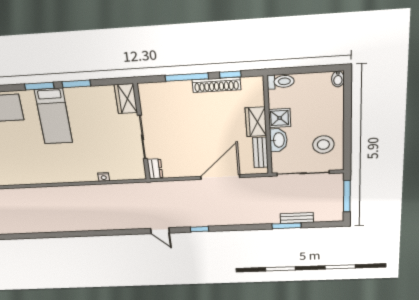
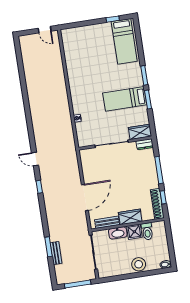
toilet: (281, 82) -> (147, 231), moved
shoe rack: (216, 85) -> (157, 204), moved
bed: (54, 116) -> (125, 99), moved
stool: (323, 145) -> (139, 264), moved
dresser: (155, 169) -> (145, 144), moved
door: (220, 177) -> (85, 198), hinge flipped
door: (160, 231) -> (35, 159), hinge flipped

